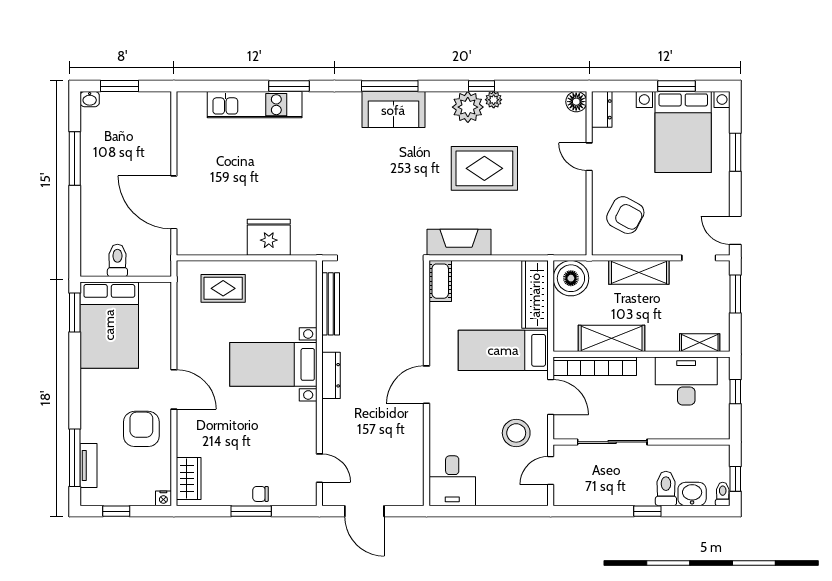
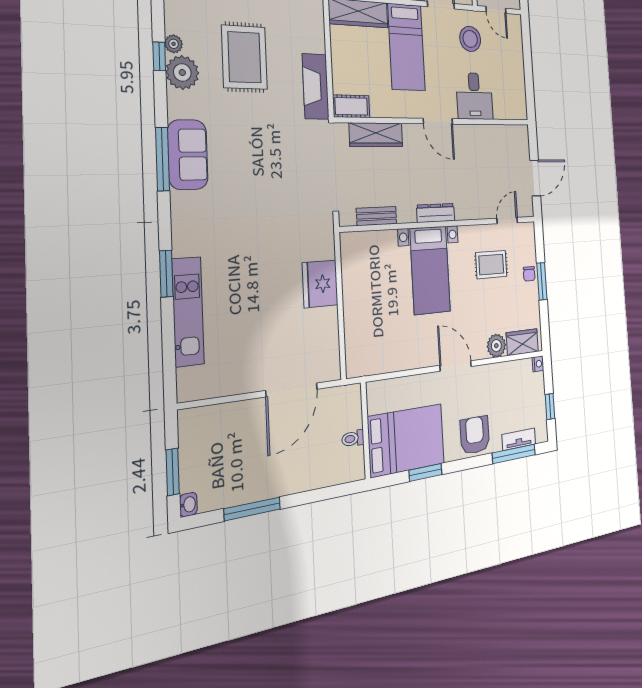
toilet: (117, 260) -> (353, 439), width x0.73, depth x0.72
rug: (223, 288) -> (491, 265), moved, turned 90
bench: (331, 304) -> (377, 216), width x0.73
wardrobe: (412, 308) -> (376, 135), added
window: (75, 312) -> (425, 472), moved
door: (174, 389) -> (456, 366), hinge flipped
armchair: (141, 429) -> (475, 435), moved, turned 90
plant: (189, 443) -> (496, 346), added
desk: (452, 481) -> (475, 96), moved, turned 90

